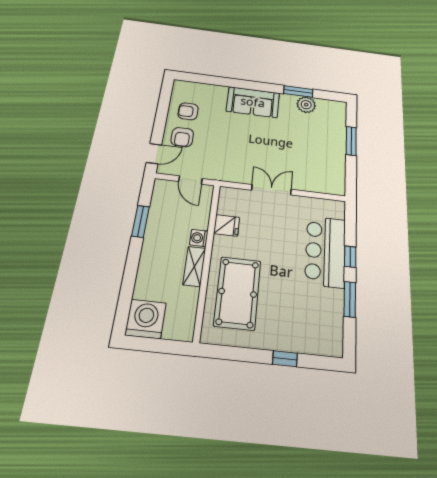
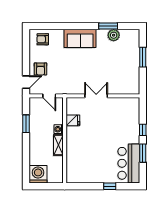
armchair: (188, 111) -> (43, 39), moved
bar counter: (325, 251) -> (129, 163), moved
pool table: (238, 293) -> (83, 156), removed

